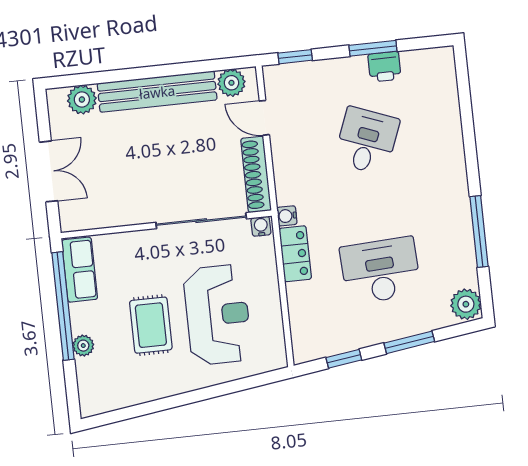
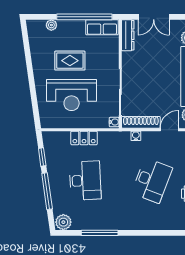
desk: (367, 141) -> (152, 181), width x1.37
water cooler: (287, 216) -> (136, 136), moved
dresser: (90, 218) -> (128, 35), added
locker: (295, 254) -> (84, 138), moved
window: (409, 342) -> (47, 191), width x1.44
plant: (83, 346) -> (51, 25), moved

